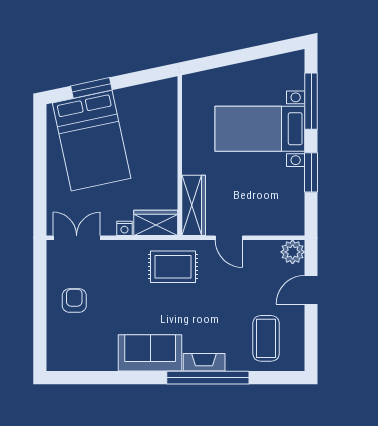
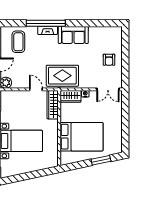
bed: (92, 141) -> (81, 137), moved, turned 102
rug: (173, 267) -> (62, 76), width x1.36, depth x1.43

